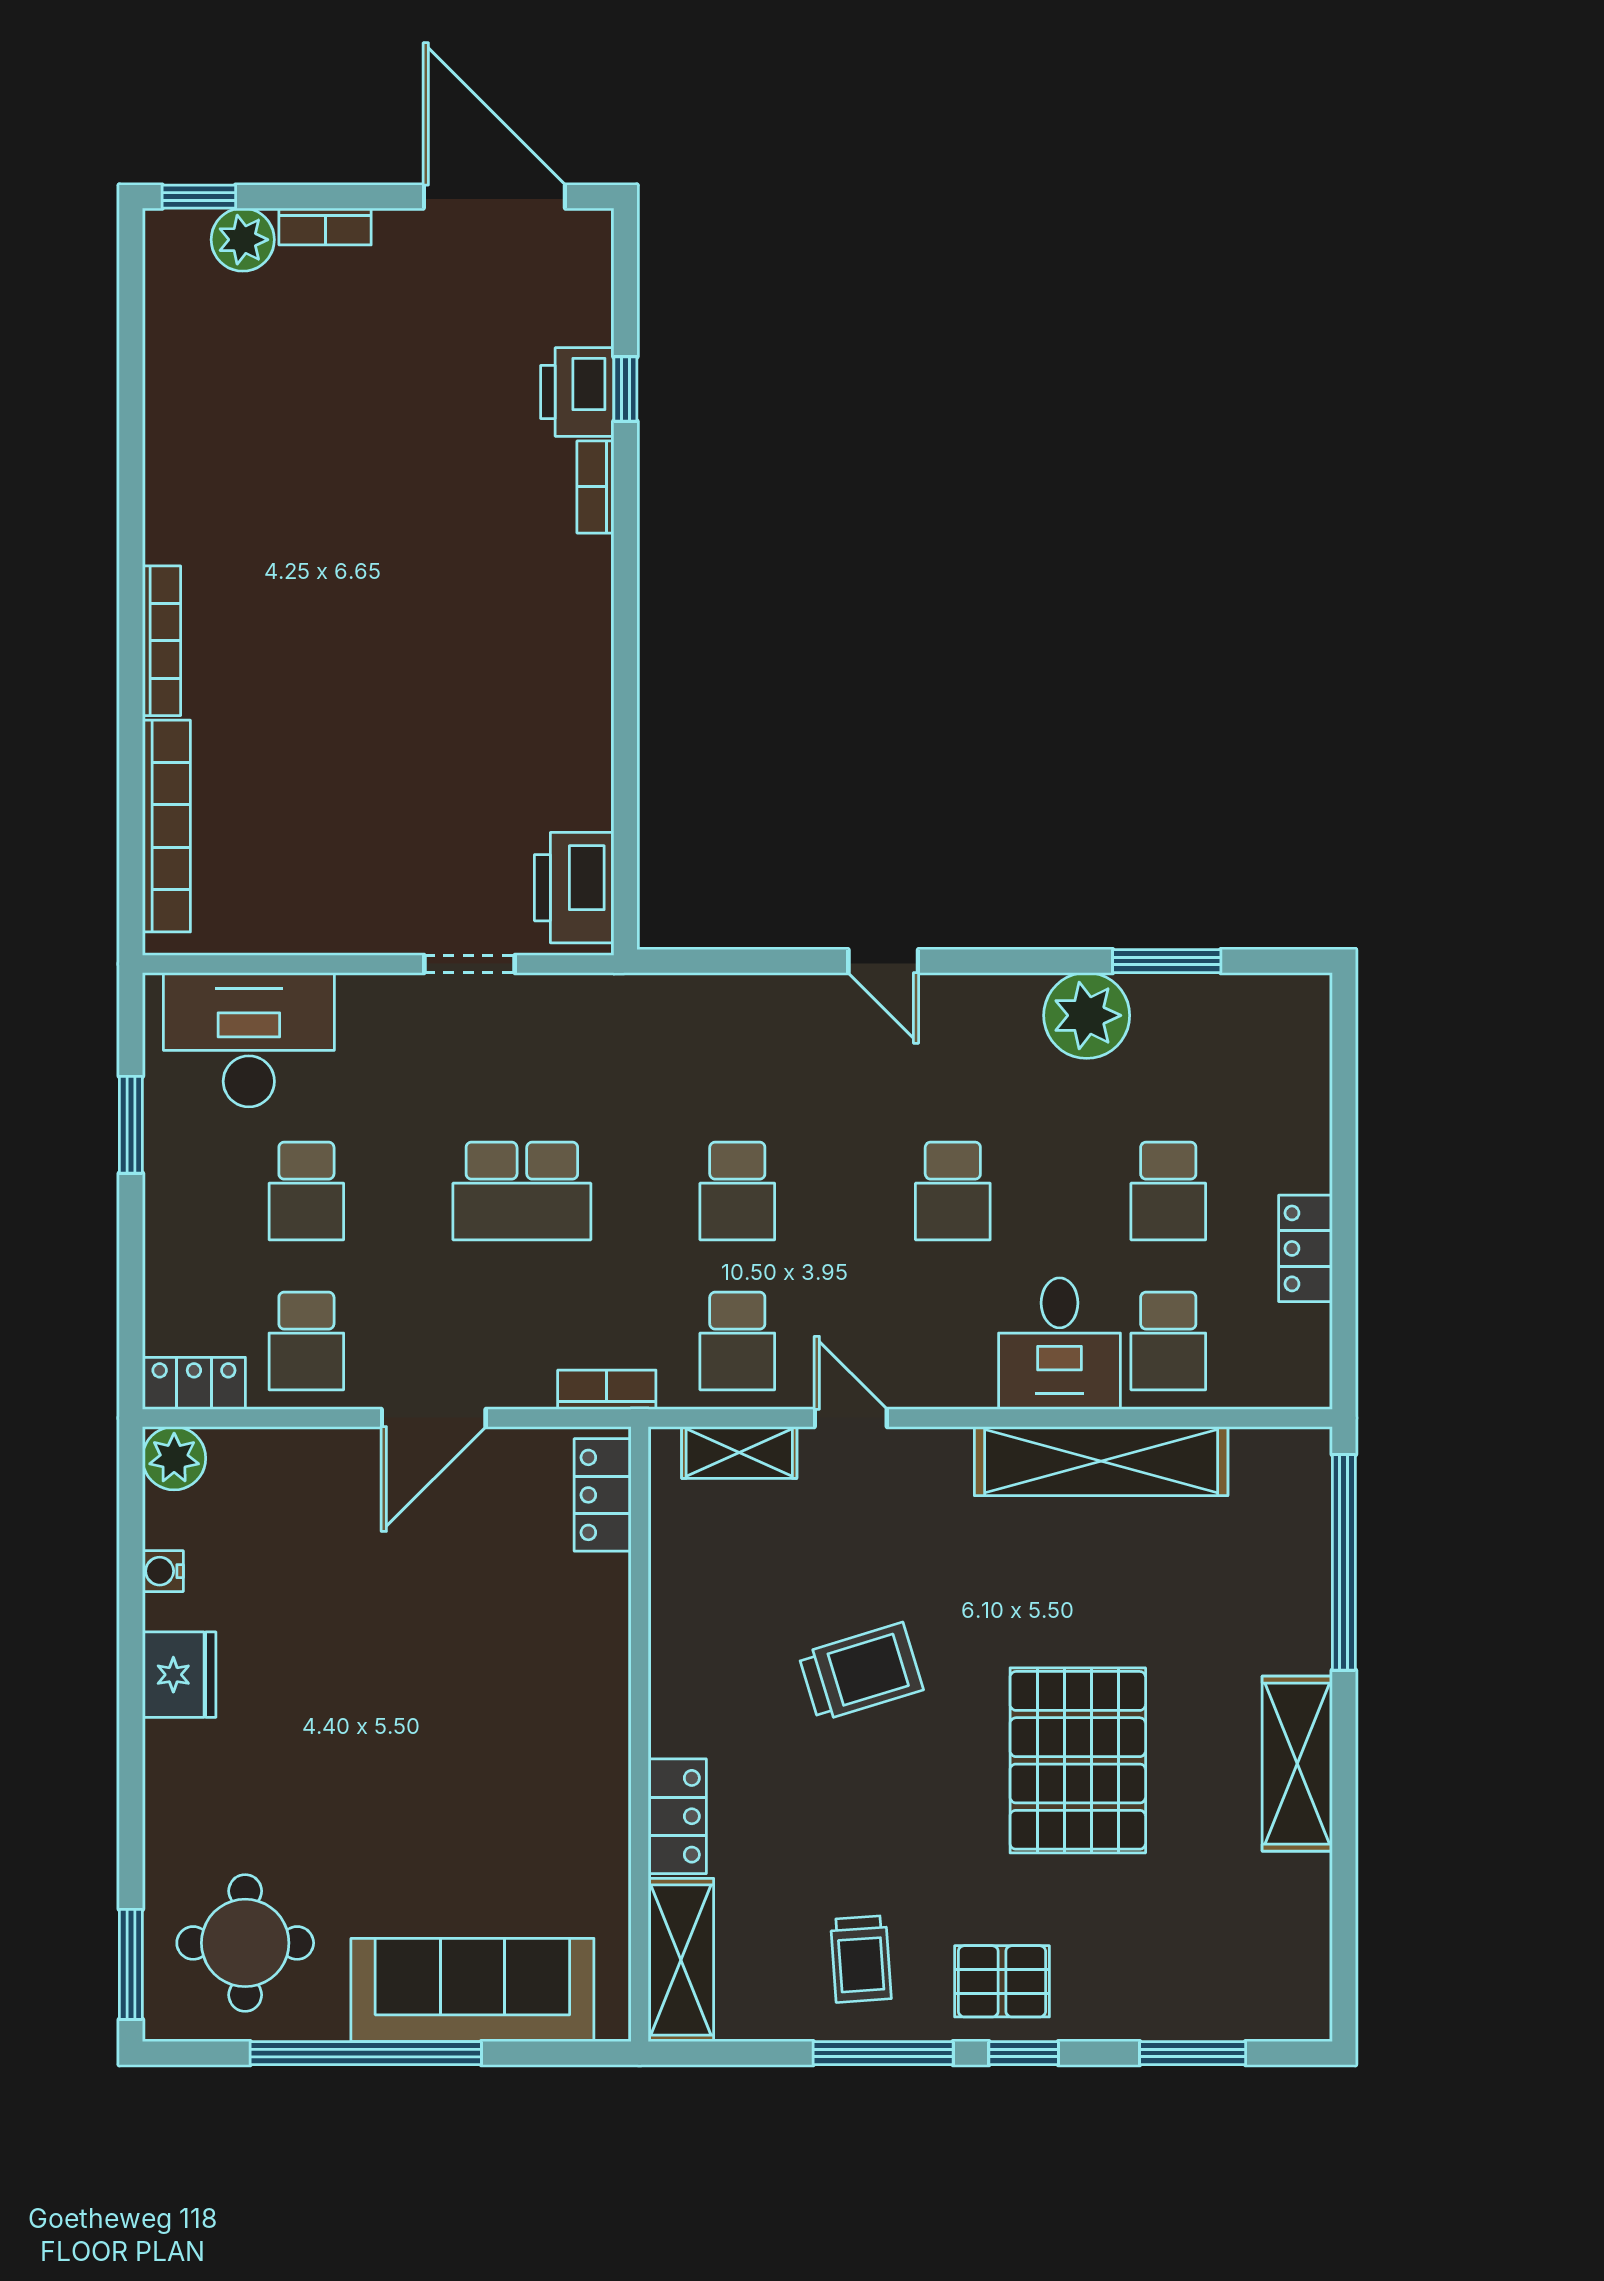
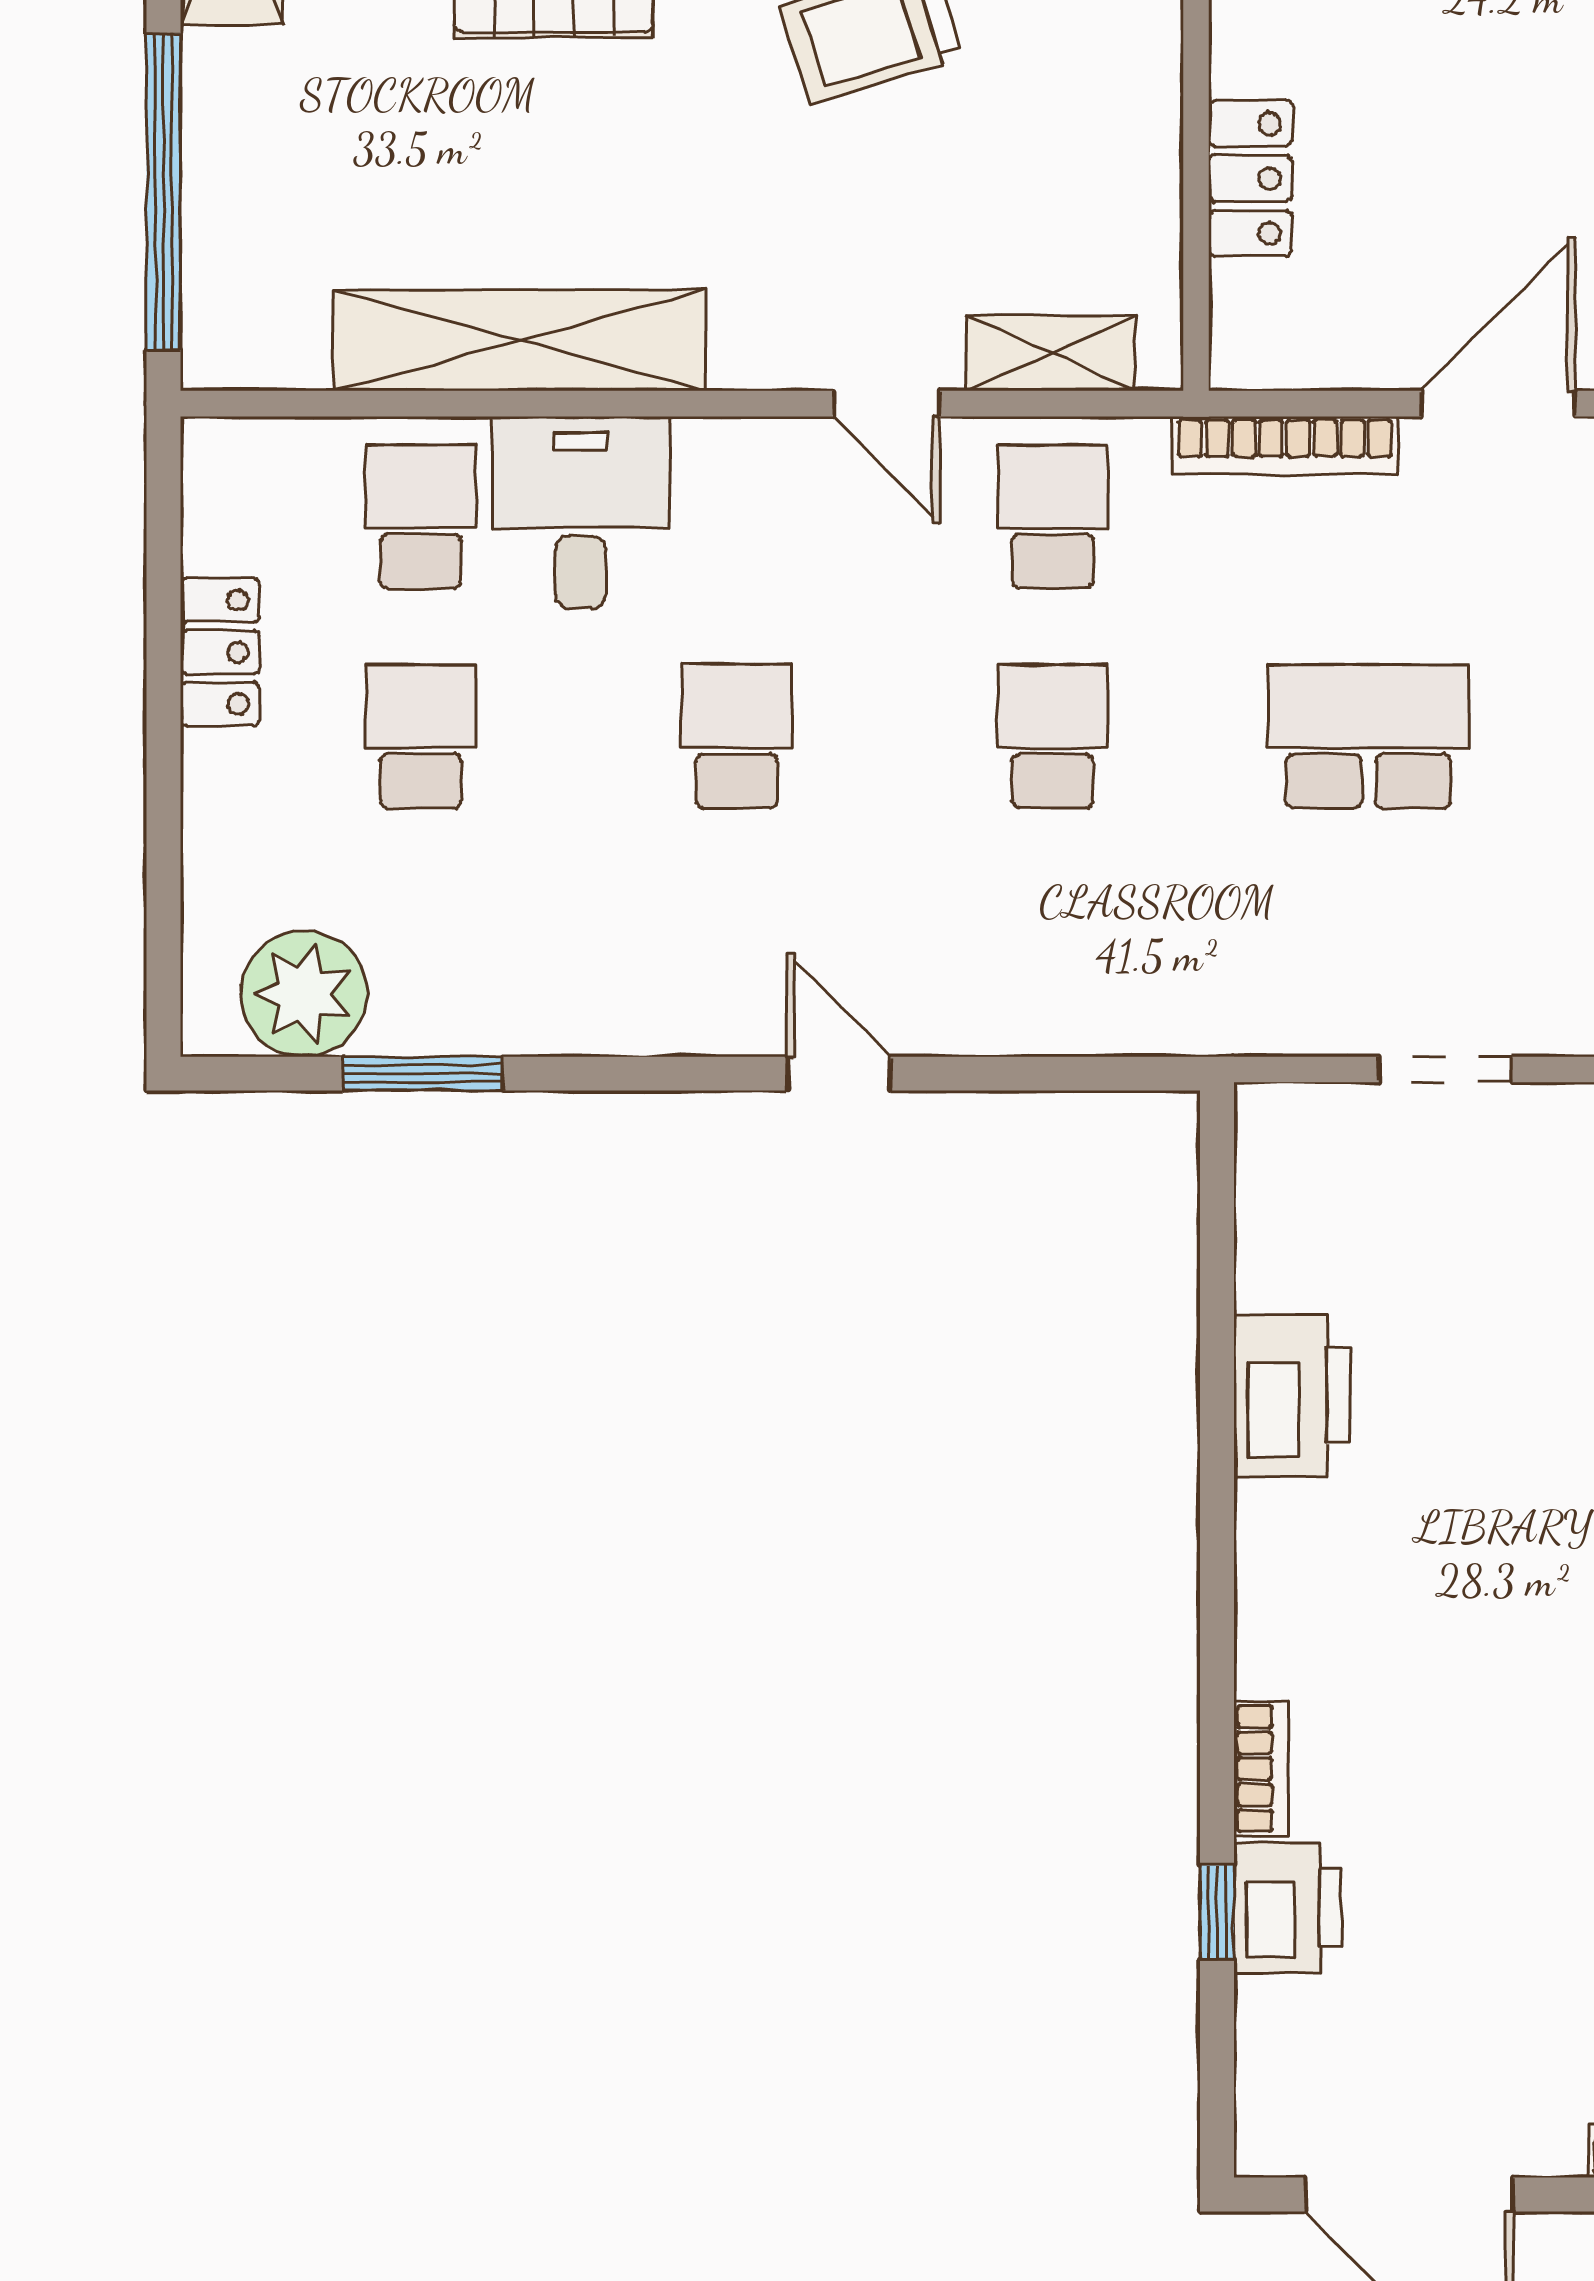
printer: (574, 888) -> (1292, 1395), moved
plant: (1087, 1015) -> (304, 994), moved
bookcase: (607, 1390) -> (1285, 445), width x1.56
locker: (603, 1495) -> (1250, 178), moved

